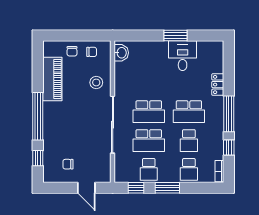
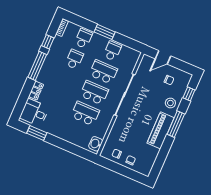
window: (176, 36) -> (37, 133), moved
desk: (183, 56) -> (34, 113), moved, turned 90
piano: (52, 79) -> (161, 130), moved
stool: (96, 82) -> (170, 103), moved
school desk: (189, 112) -> (85, 113), moved
window: (38, 116) -> (176, 124), width x0.68
door: (86, 188) -> (163, 57), swing flipped
window: (136, 188) -> (127, 42), removed

